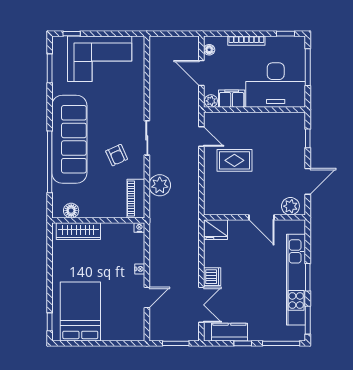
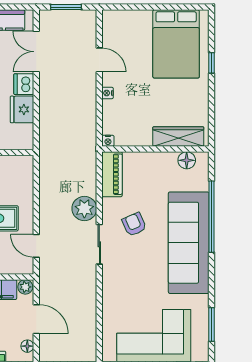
plant: (160, 185) -> (84, 209), moved
fridge: (216, 230) -> (22, 109), moved, turned -90
door: (147, 298) -> (99, 60), swing flipped
window: (50, 322) -> (211, 63), moved

